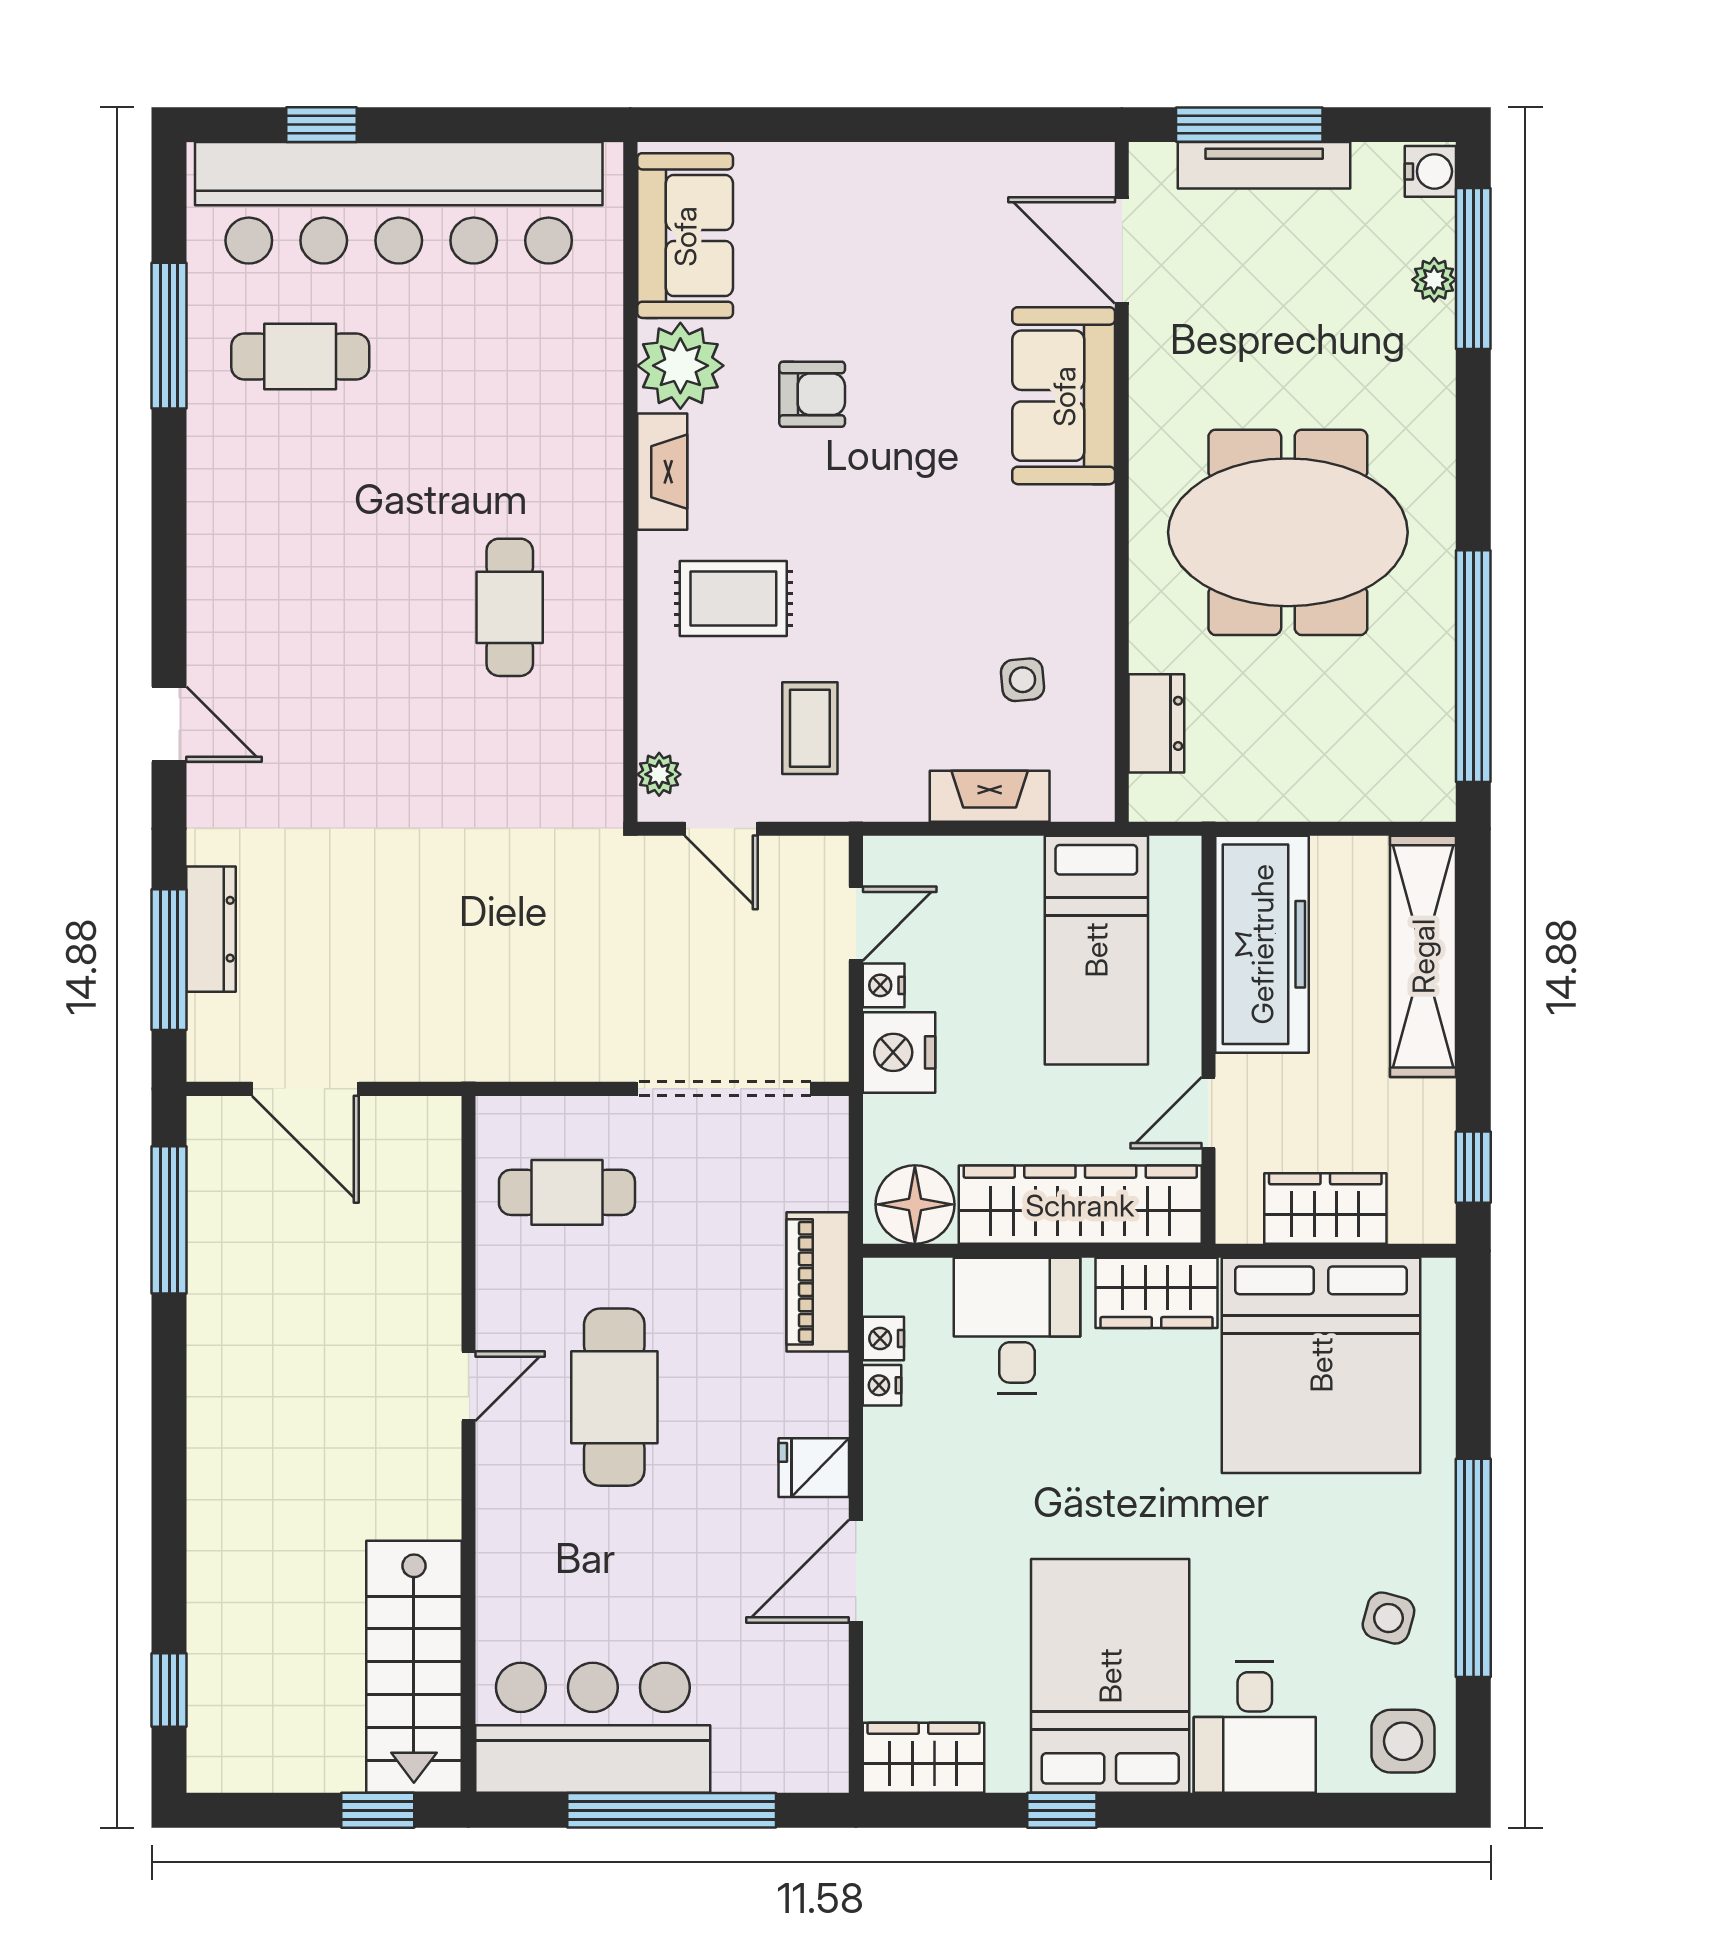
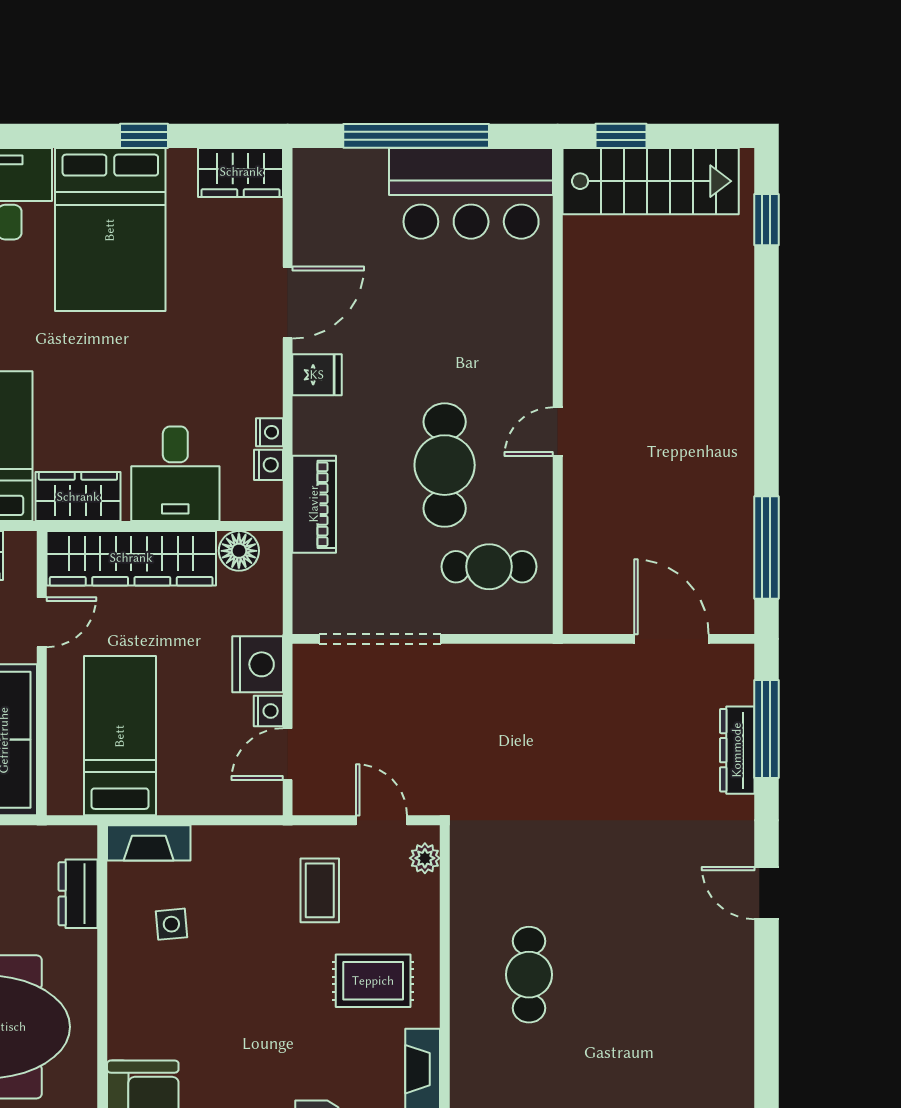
fireplace: (990, 796) -> (149, 843), moved
floor lamp: (915, 1204) -> (239, 551), width x0.73, depth x0.73
cafe table: (614, 1397) -> (445, 465), moved
stairs: (414, 1667) -> (651, 181), moved, turned 90

